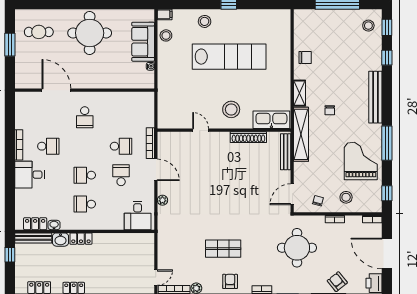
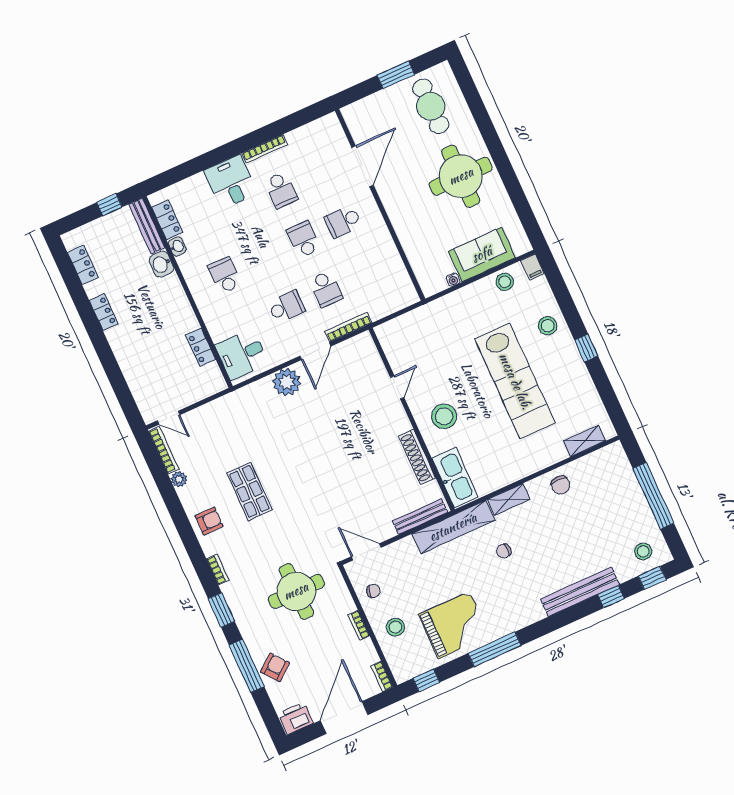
shelving: (285, 31) -> (585, 441), added
cafe table: (39, 32) -> (431, 106), width x1.37, depth x1.35
bench: (375, 97) -> (580, 592), moved
school desk: (85, 175) -> (304, 239), moved
plant: (162, 200) -> (287, 382), width x1.87, depth x1.87
locker: (81, 239) -> (201, 347), moved

